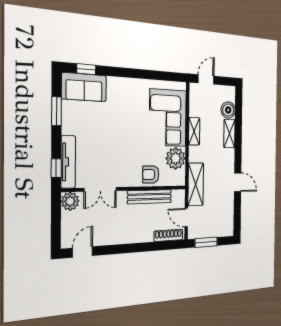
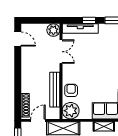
plant: (176, 158) -> (71, 111), moved
window: (56, 168) -> (89, 20), moved
double door: (100, 189) -> (61, 52), swing flipped

